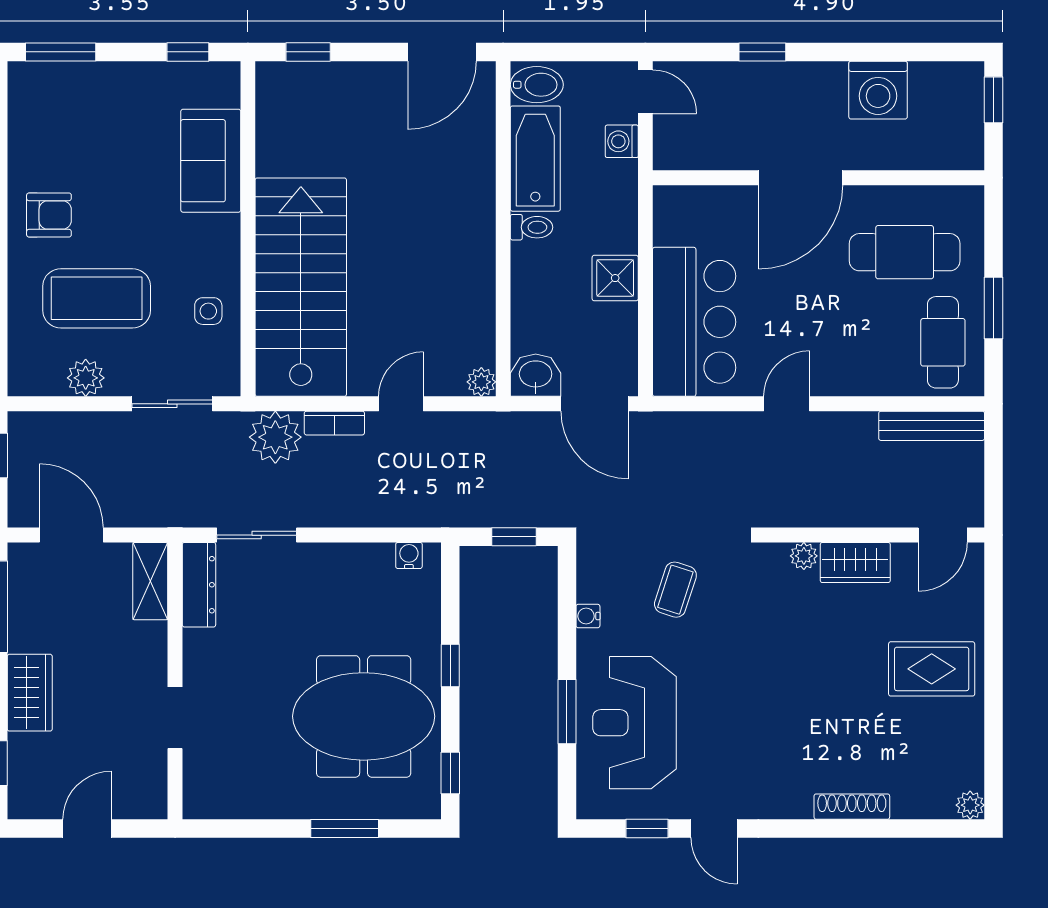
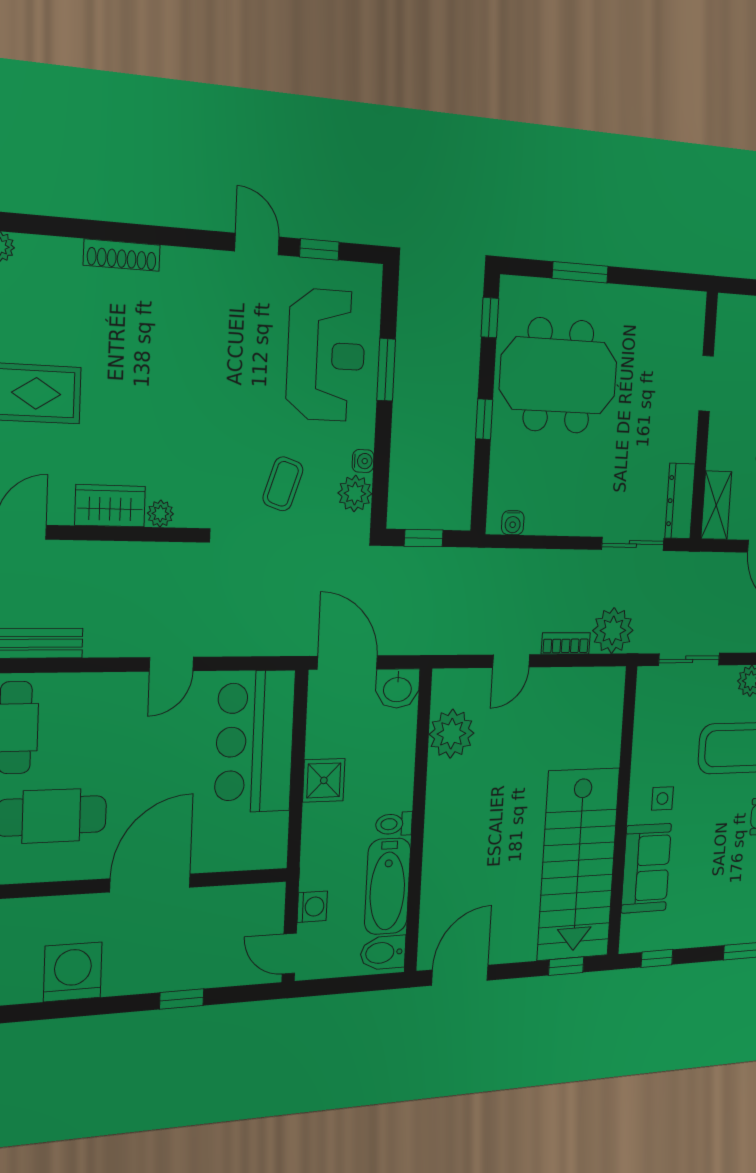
stairs: (301, 287) -> (578, 864), moved
side table: (208, 311) -> (662, 798), moved
plant: (481, 382) -> (452, 734), moved, width x1.88, depth x1.88
plant: (595, 582) -> (355, 493), added

